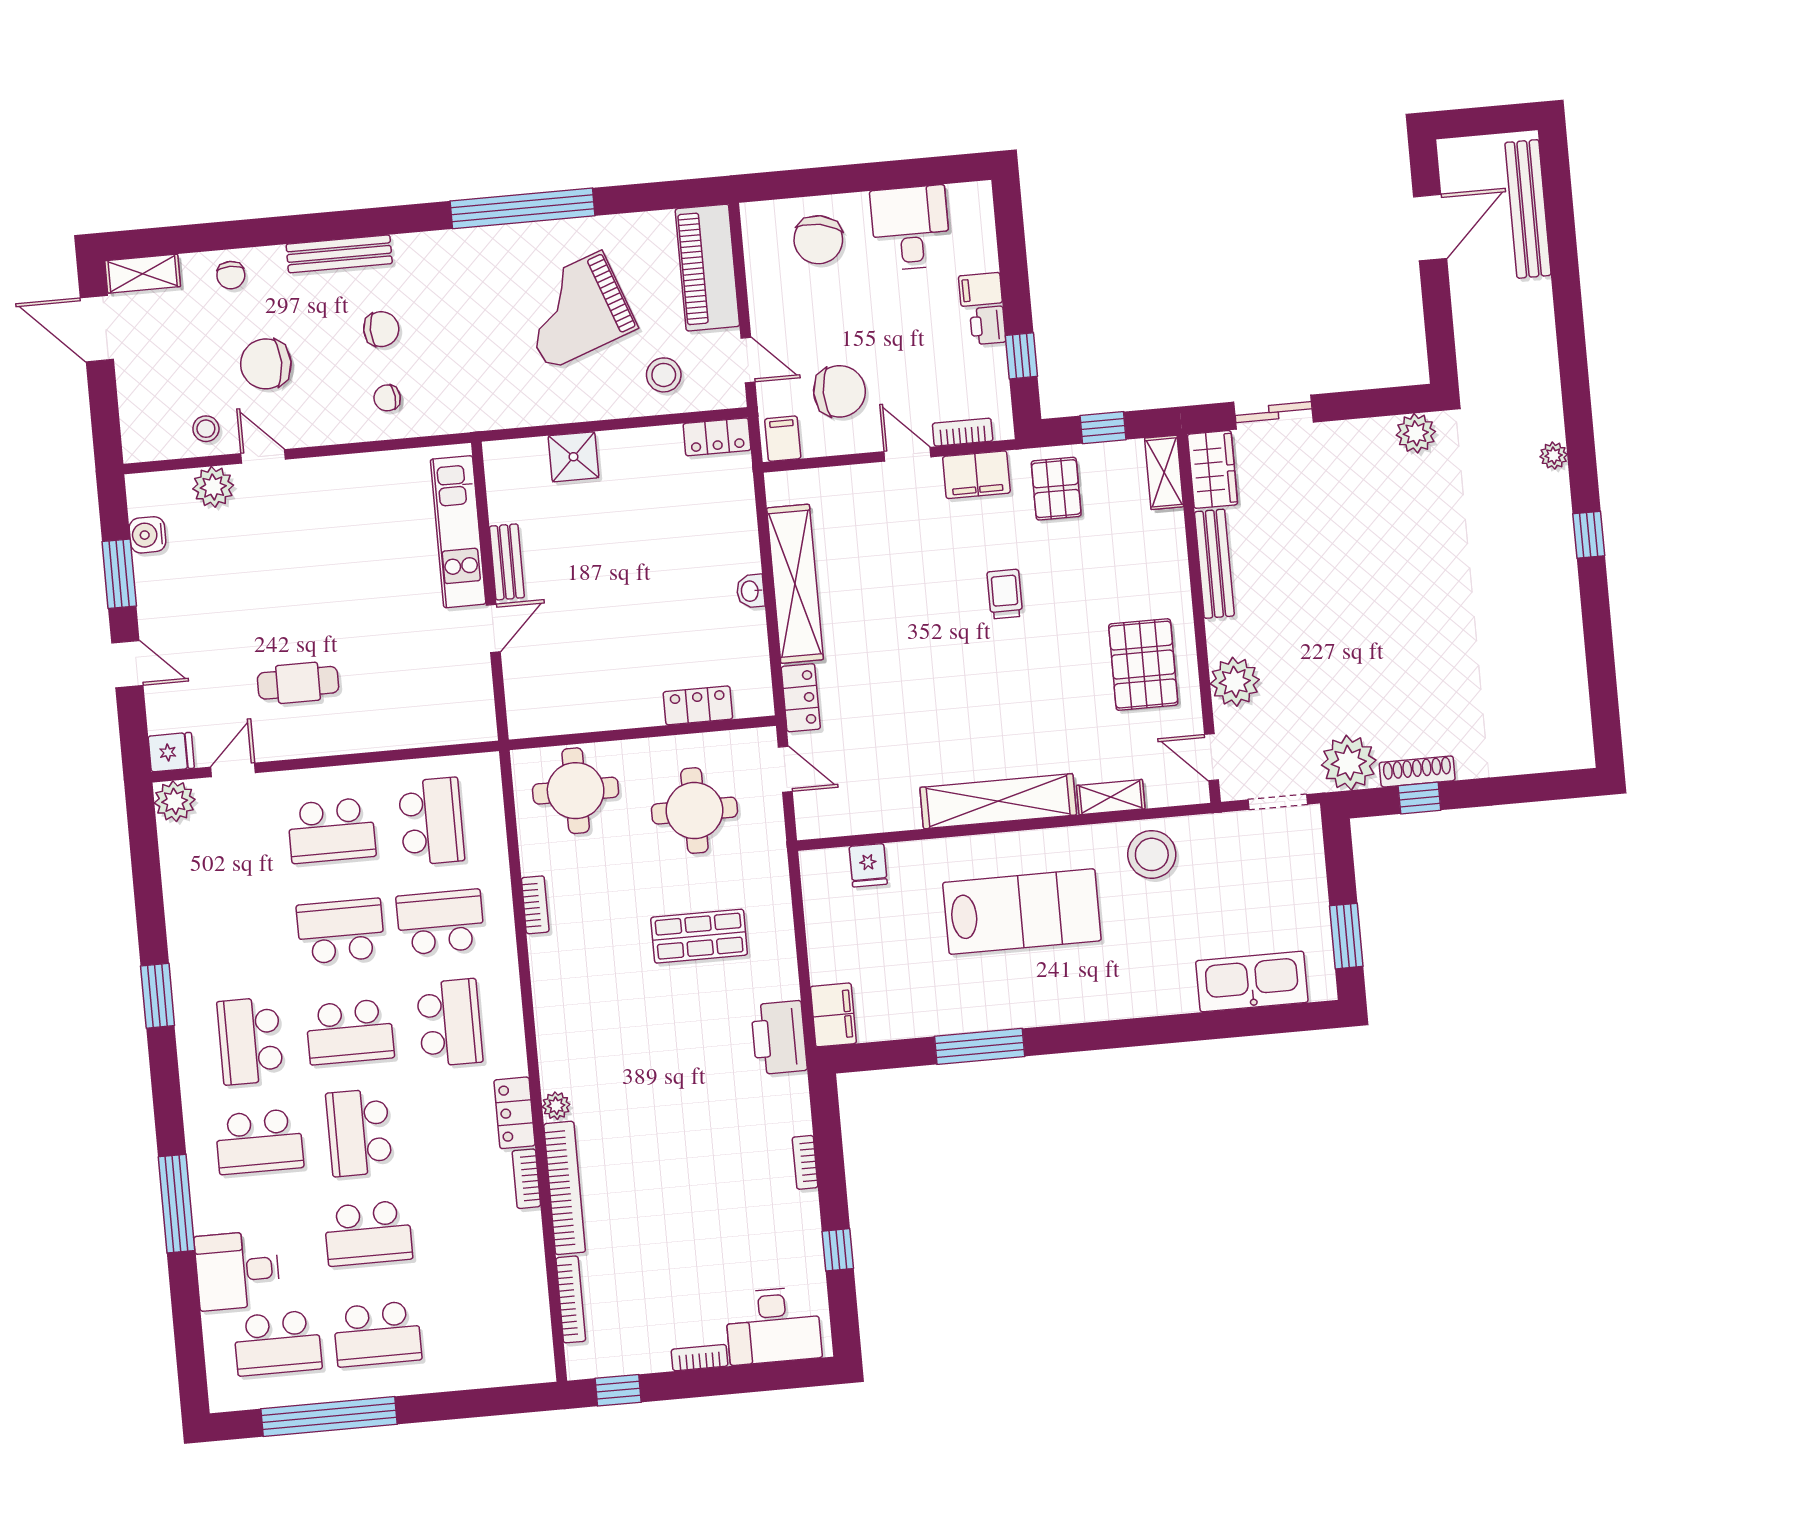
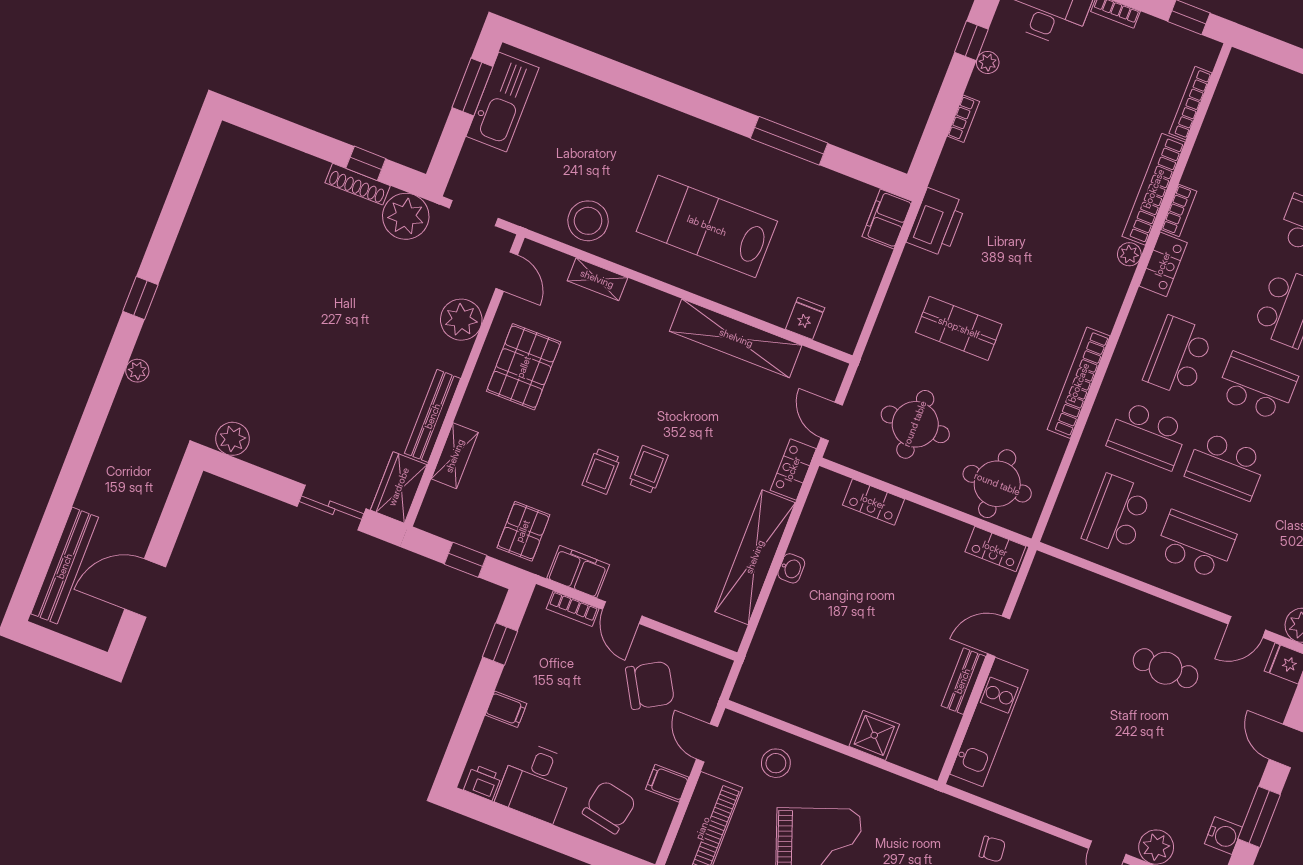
printer: (988, 325) -> (483, 783), moved, turned -90
chair: (839, 391) -> (650, 685), turned 150
locker: (717, 437) -> (995, 549), moved, turned 180
filing cabinet: (783, 439) -> (667, 783), moved, turned 90
shelving: (1164, 472) -> (455, 456), moved
trolley: (956, 621) -> (648, 469), added
shelving: (998, 801) -> (736, 338), moved
bookcase: (535, 905) -> (1079, 383), width x2.31, depth x1.31
kitchen sink: (1252, 982) -> (503, 102), moved, turned -90
plant: (809, 1235) -> (988, 62), added

